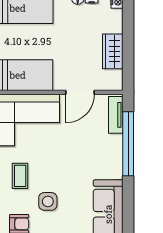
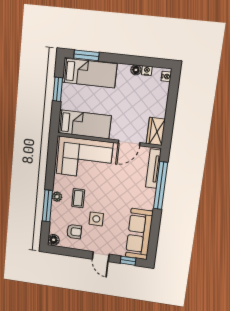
wardrobe: (113, 51) -> (156, 131), moved
tv unit: (116, 115) -> (153, 169), width x1.41

